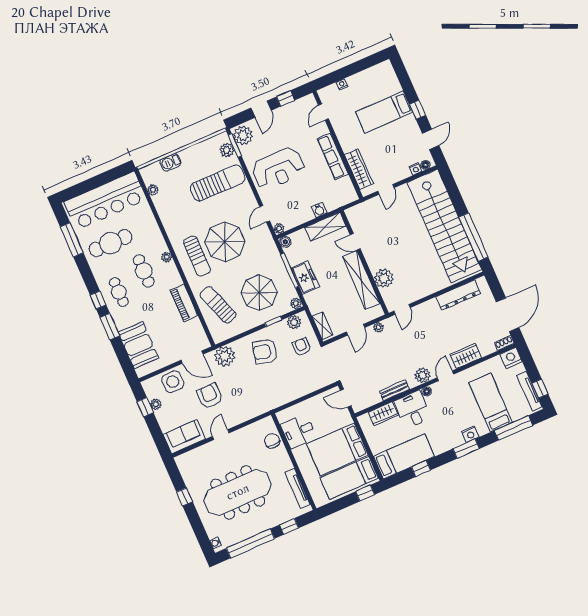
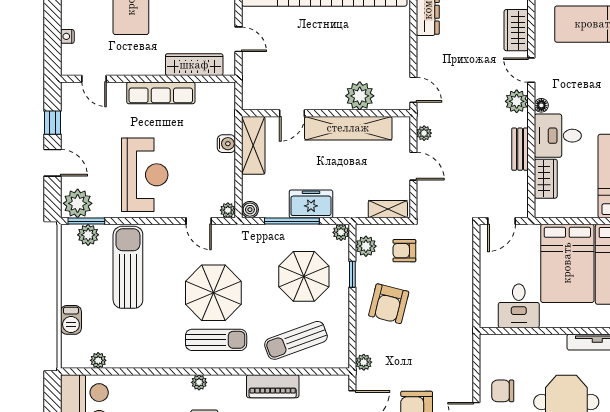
plant: (225, 356) -> (364, 362), width x0.53, depth x0.53
chair: (272, 441) -> (503, 391), moved

